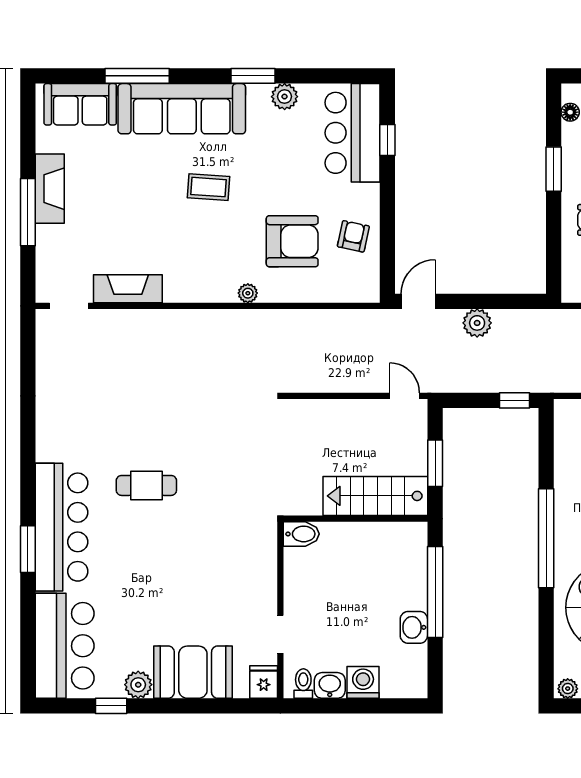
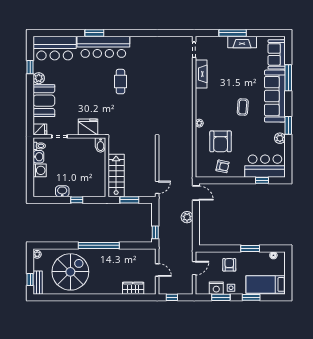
fridge: (257, 564) -> (88, 127), added
window: (435, 592) -> (77, 200), width x0.32

